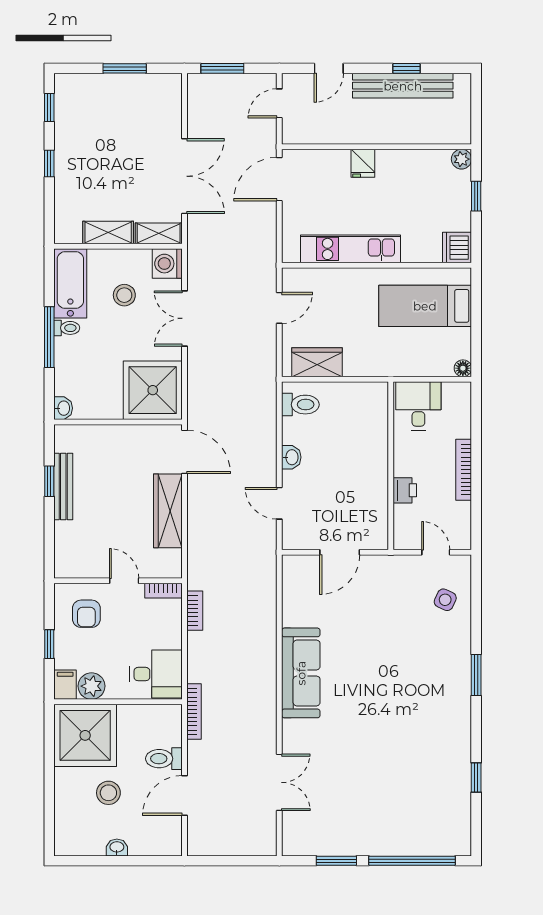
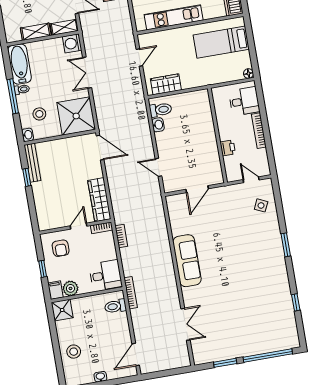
stool: (124, 295) -> (39, 114), moved
desk: (418, 406) -> (244, 101), moved, turned 90
washbasin: (291, 457) -> (158, 125), moved
bench: (63, 487) -> (32, 163), moved
wardrobe: (168, 511) -> (99, 200), moved
door: (124, 581) -> (79, 226), hinge flipped
shower: (85, 735) -> (62, 310), width x0.54, depth x0.54
toilet: (164, 759) -> (115, 306), moved
stool: (108, 793) -> (74, 352), moved
door: (184, 795) -> (136, 354), moved

